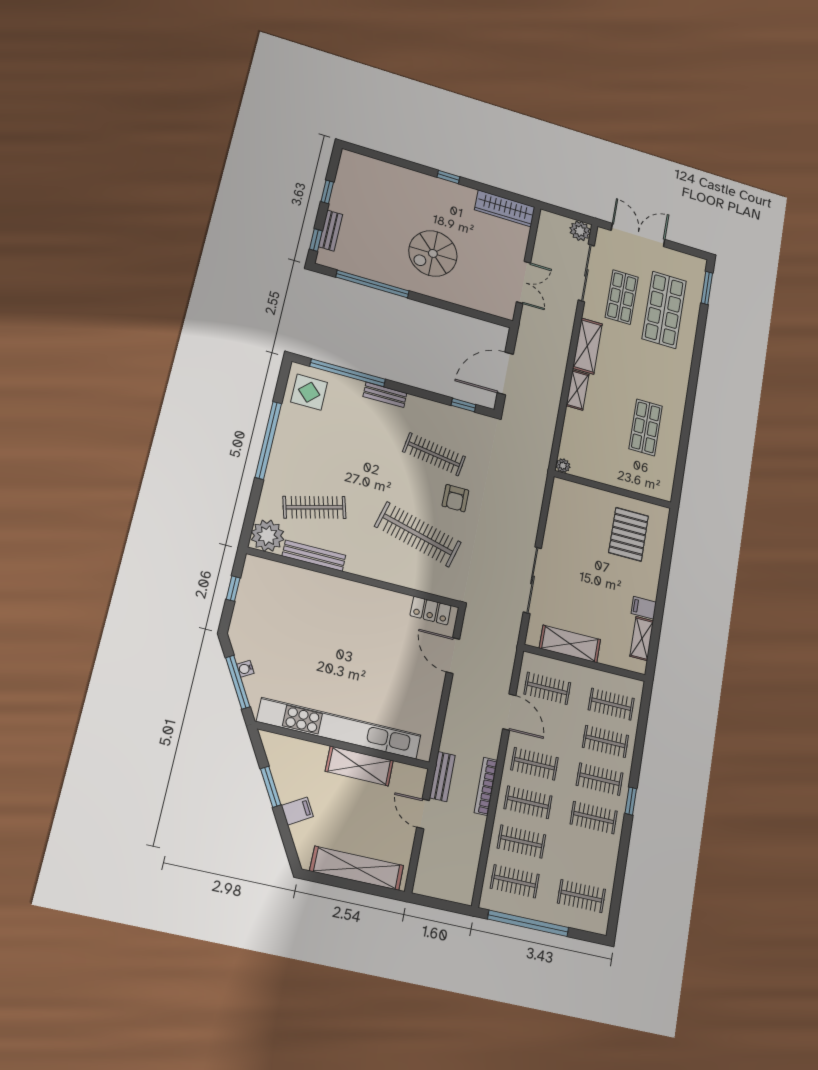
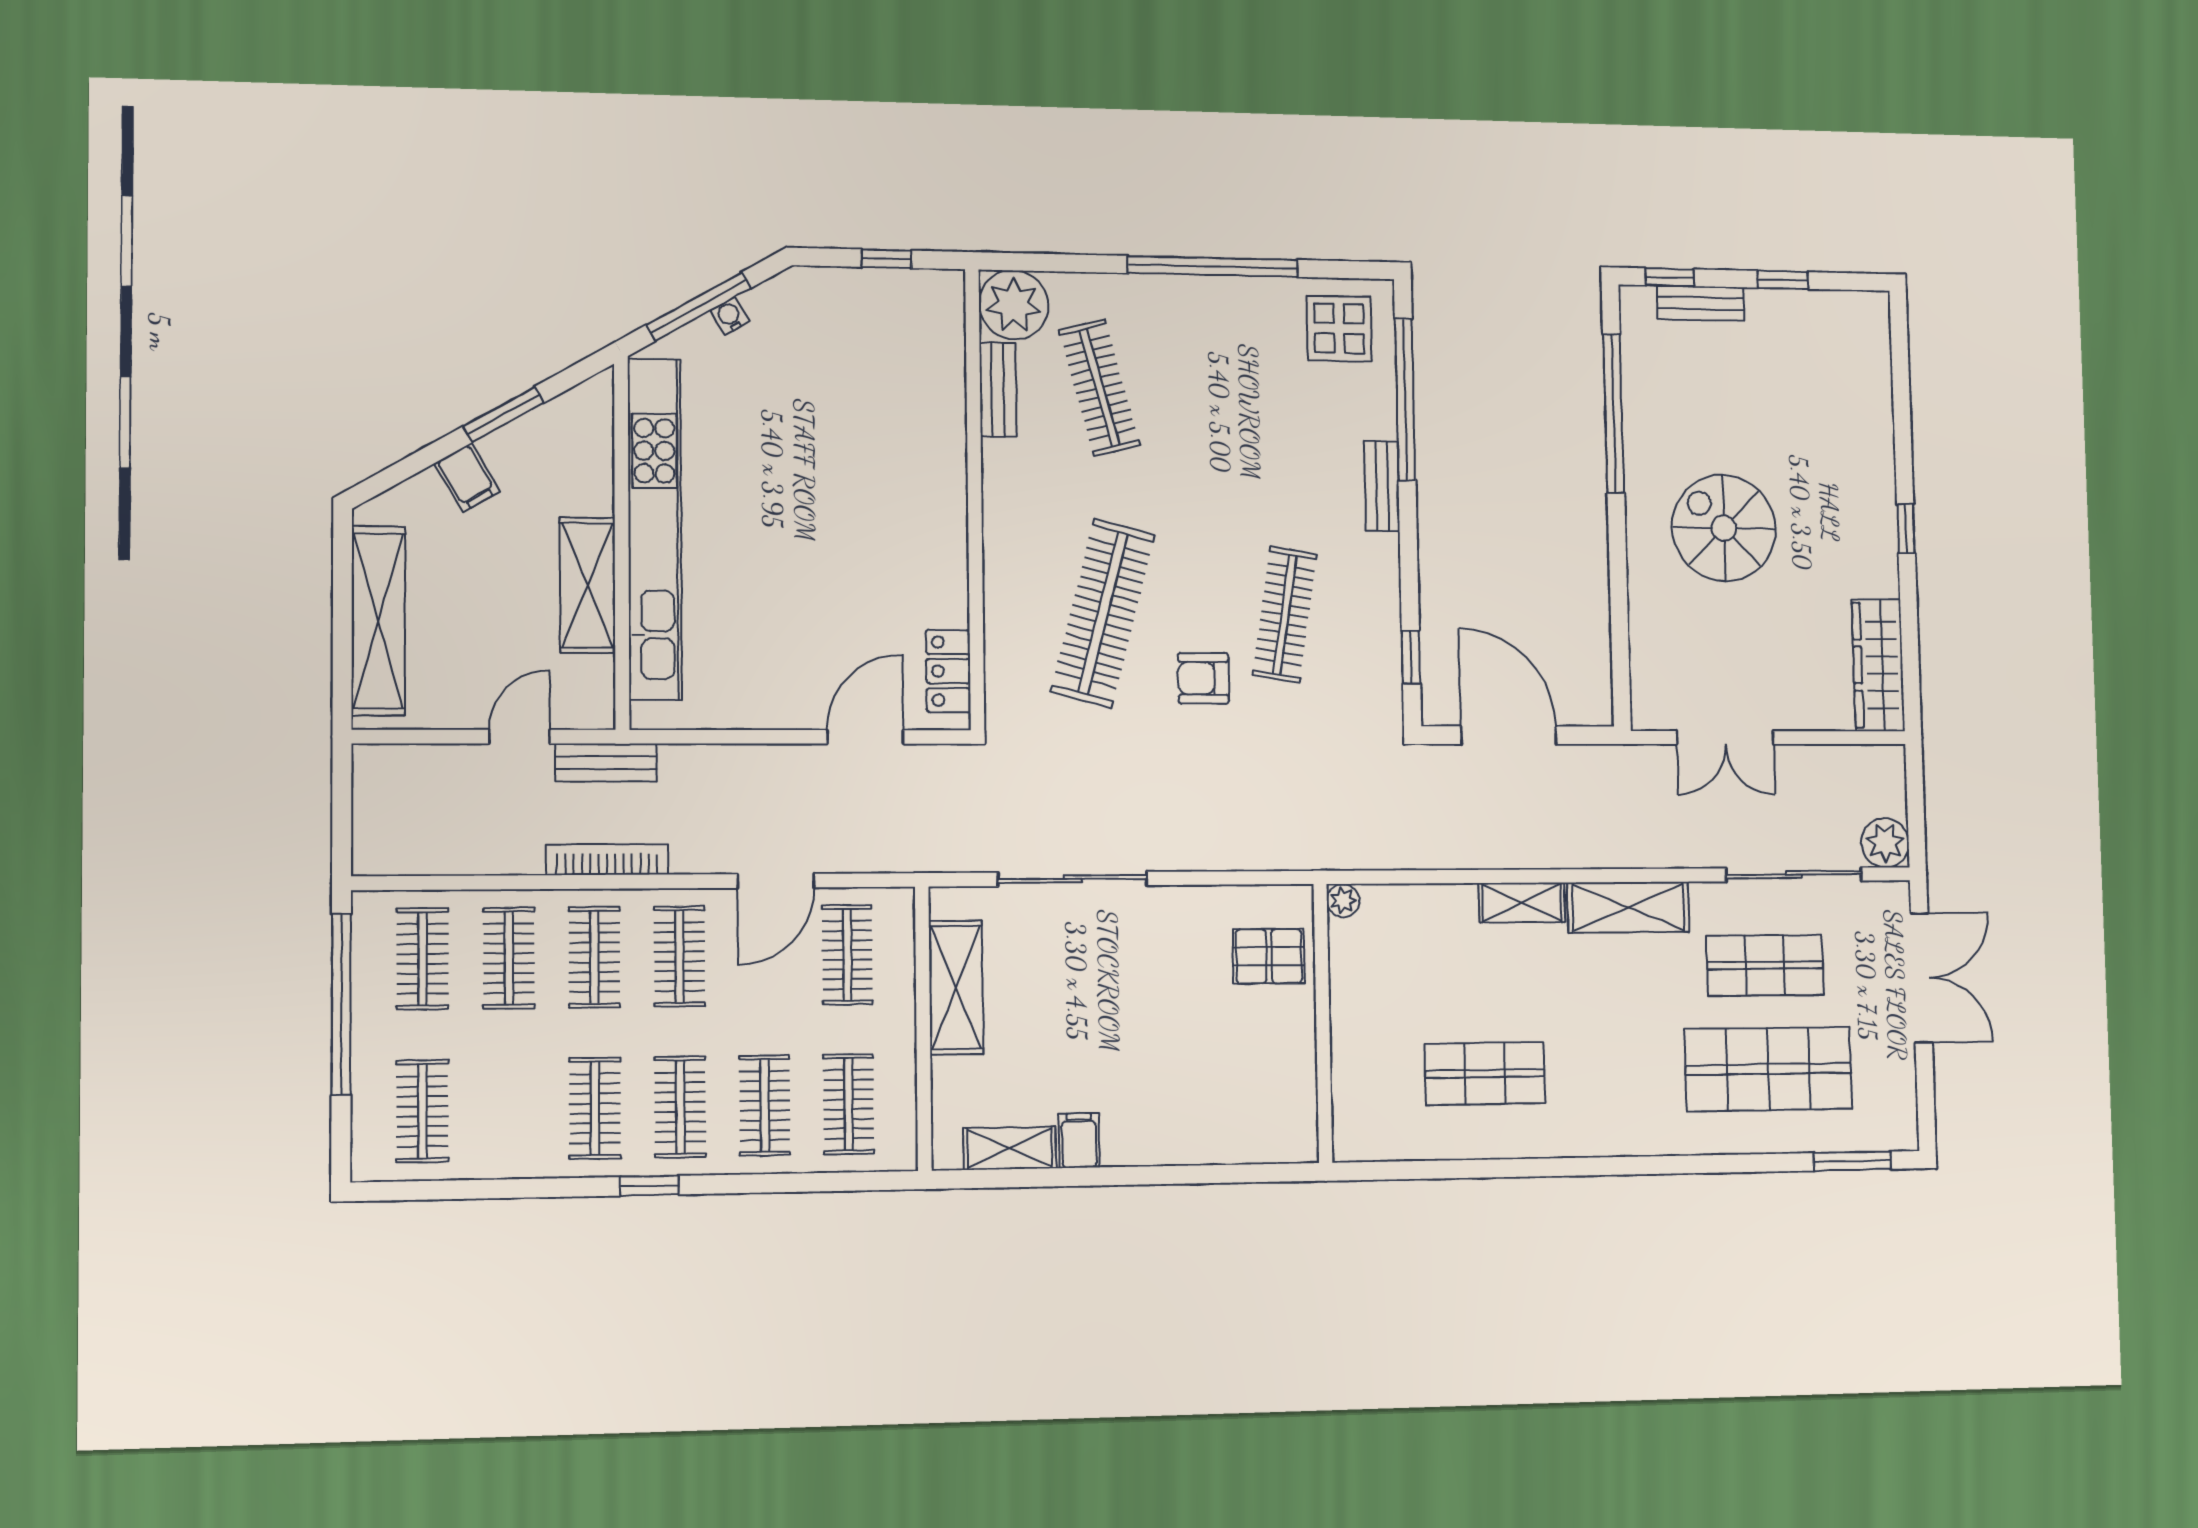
pallet: (629, 534) -> (1269, 956), moved, width x0.67, depth x0.71
bench: (314, 556) -> (998, 390), width x0.73

